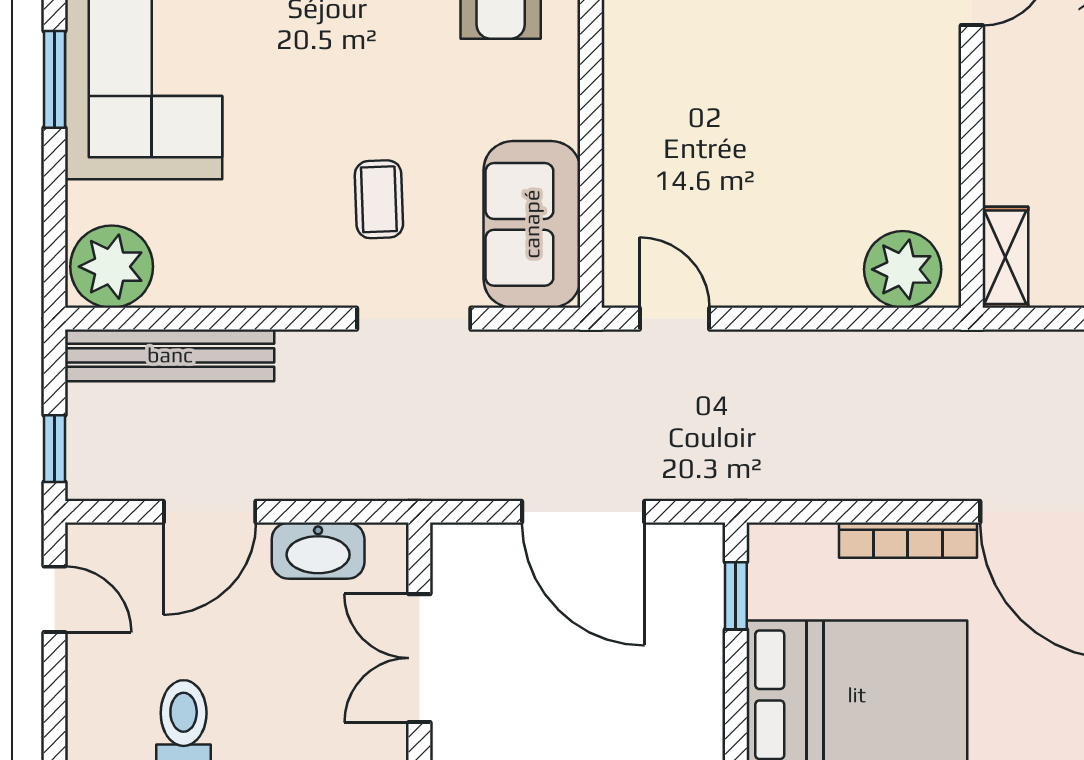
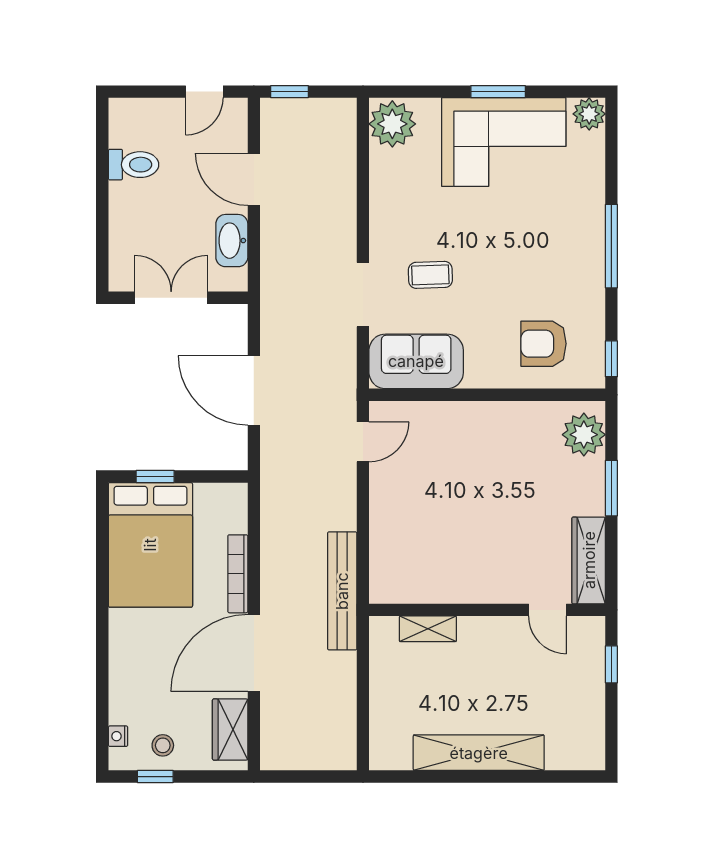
shelving: (1005, 257) -> (428, 629), moved
plant: (903, 269) -> (391, 571), removed
bench: (170, 355) -> (342, 591), moved
door: (583, 512) -> (254, 390), hinge flipped
window: (736, 596) -> (155, 477), moved

